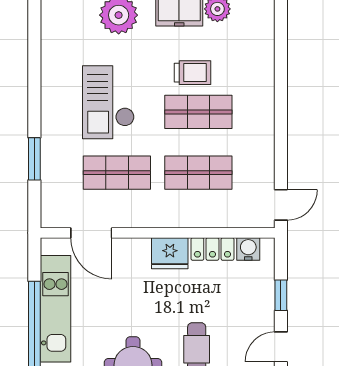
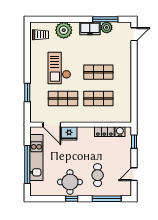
trolley: (192, 73) -> (41, 35), moved
door: (281, 205) -> (134, 34), moved
fridge: (170, 253) -> (69, 133), moved
window: (281, 295) -> (134, 142), moved

